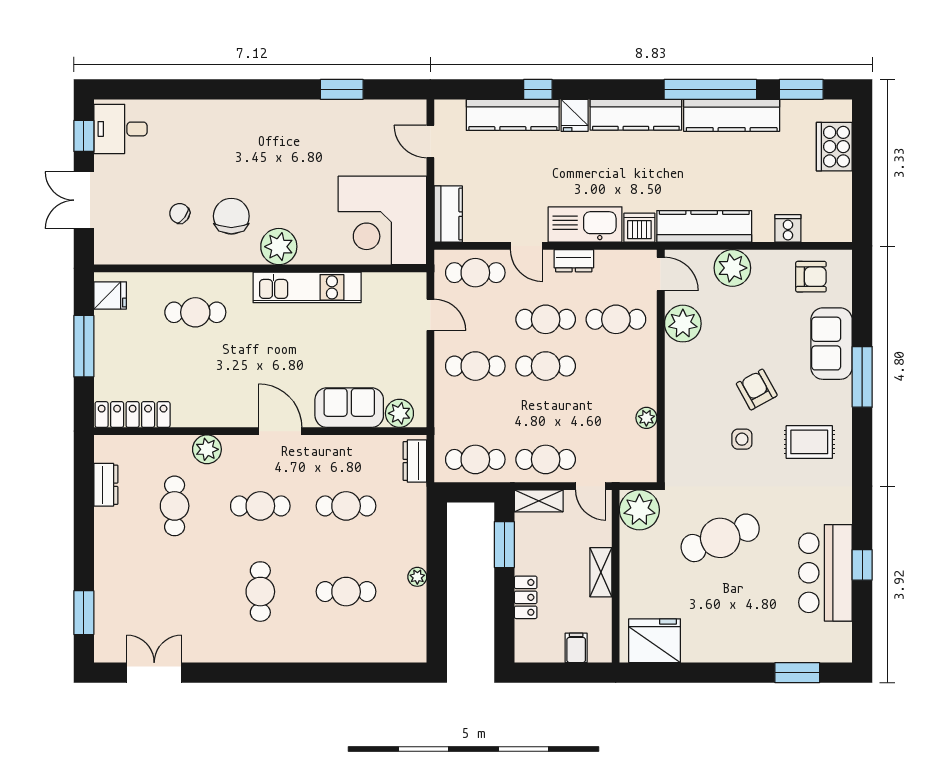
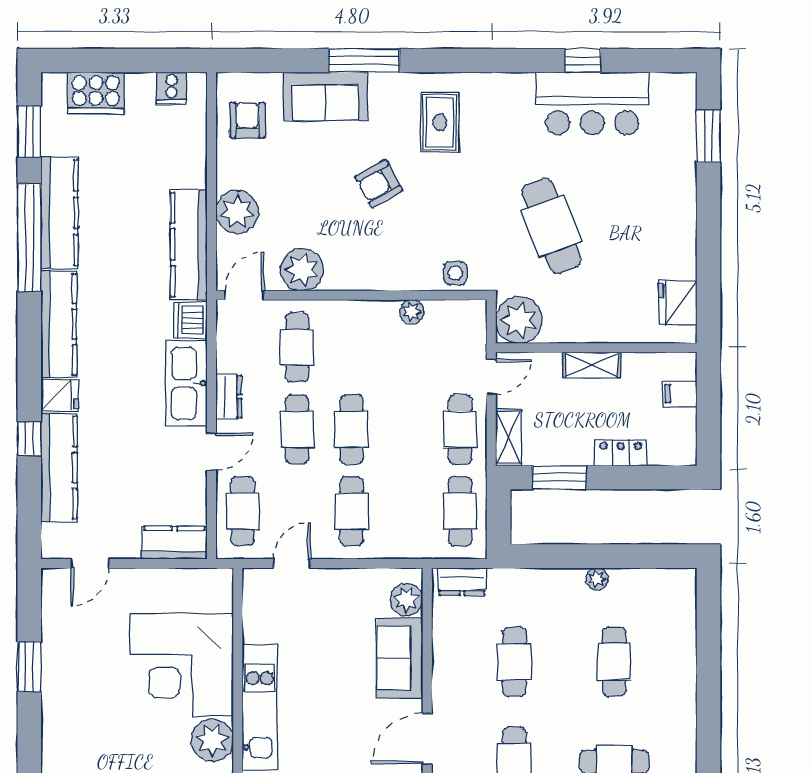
corner desk: (382, 220) -> (182, 665), moved, turned 90
cooker: (788, 228) -> (171, 88), moved, turned -90
side table: (742, 439) -> (455, 273), moved
fridge: (655, 641) -> (678, 302), width x0.73, depth x0.75

